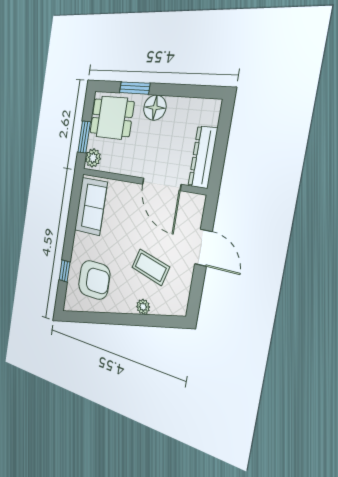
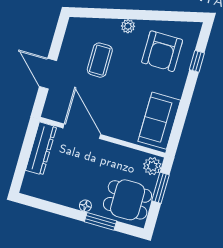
floor lamp: (155, 108) -> (85, 206), width x0.53, depth x0.53
coffee table: (151, 267) -> (100, 60), turned 74
armchair: (94, 280) -> (162, 51), turned -90
plant: (143, 307) -> (128, 26), moved

